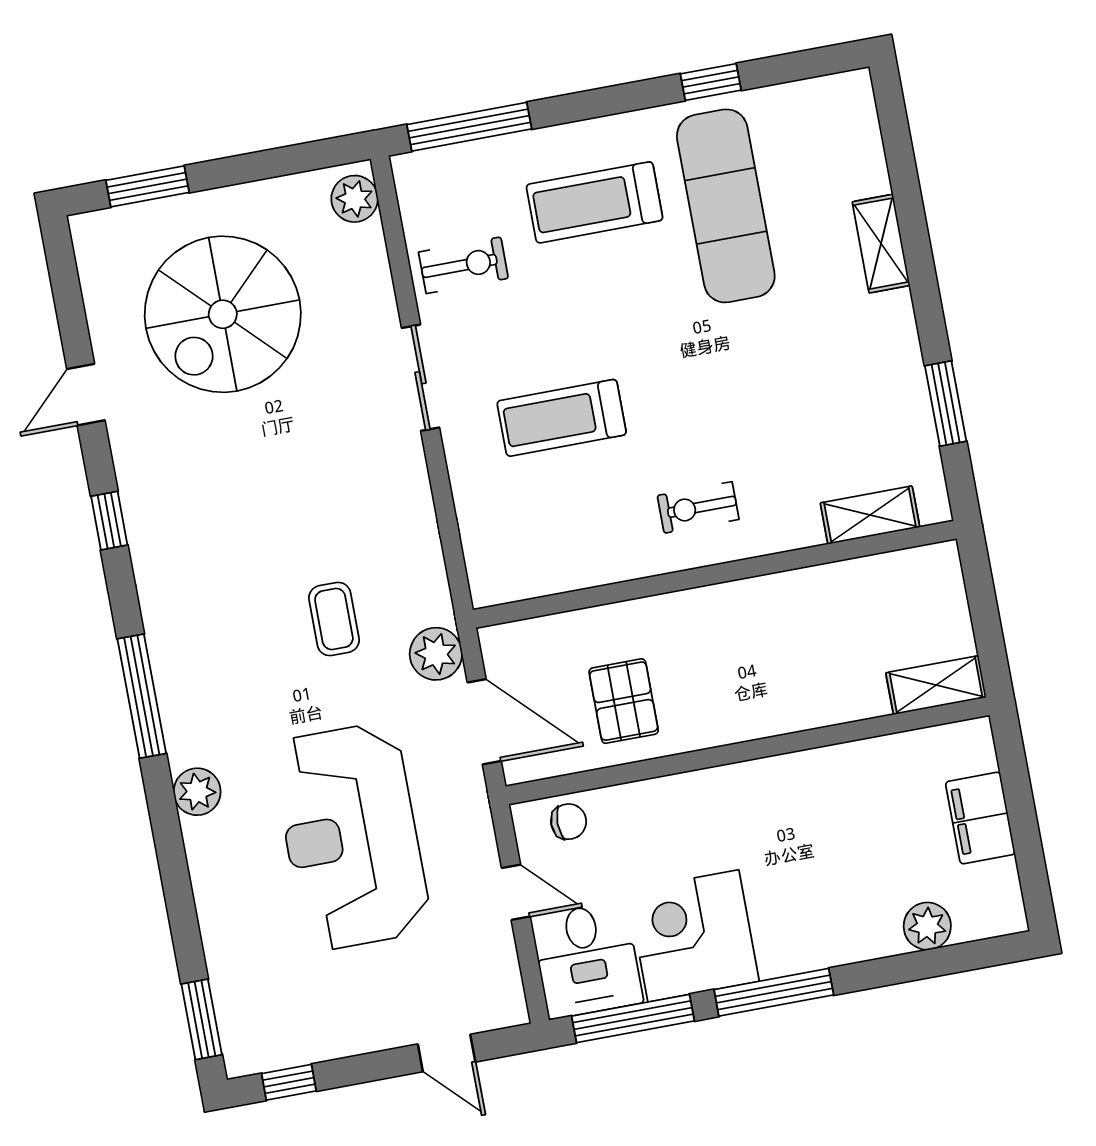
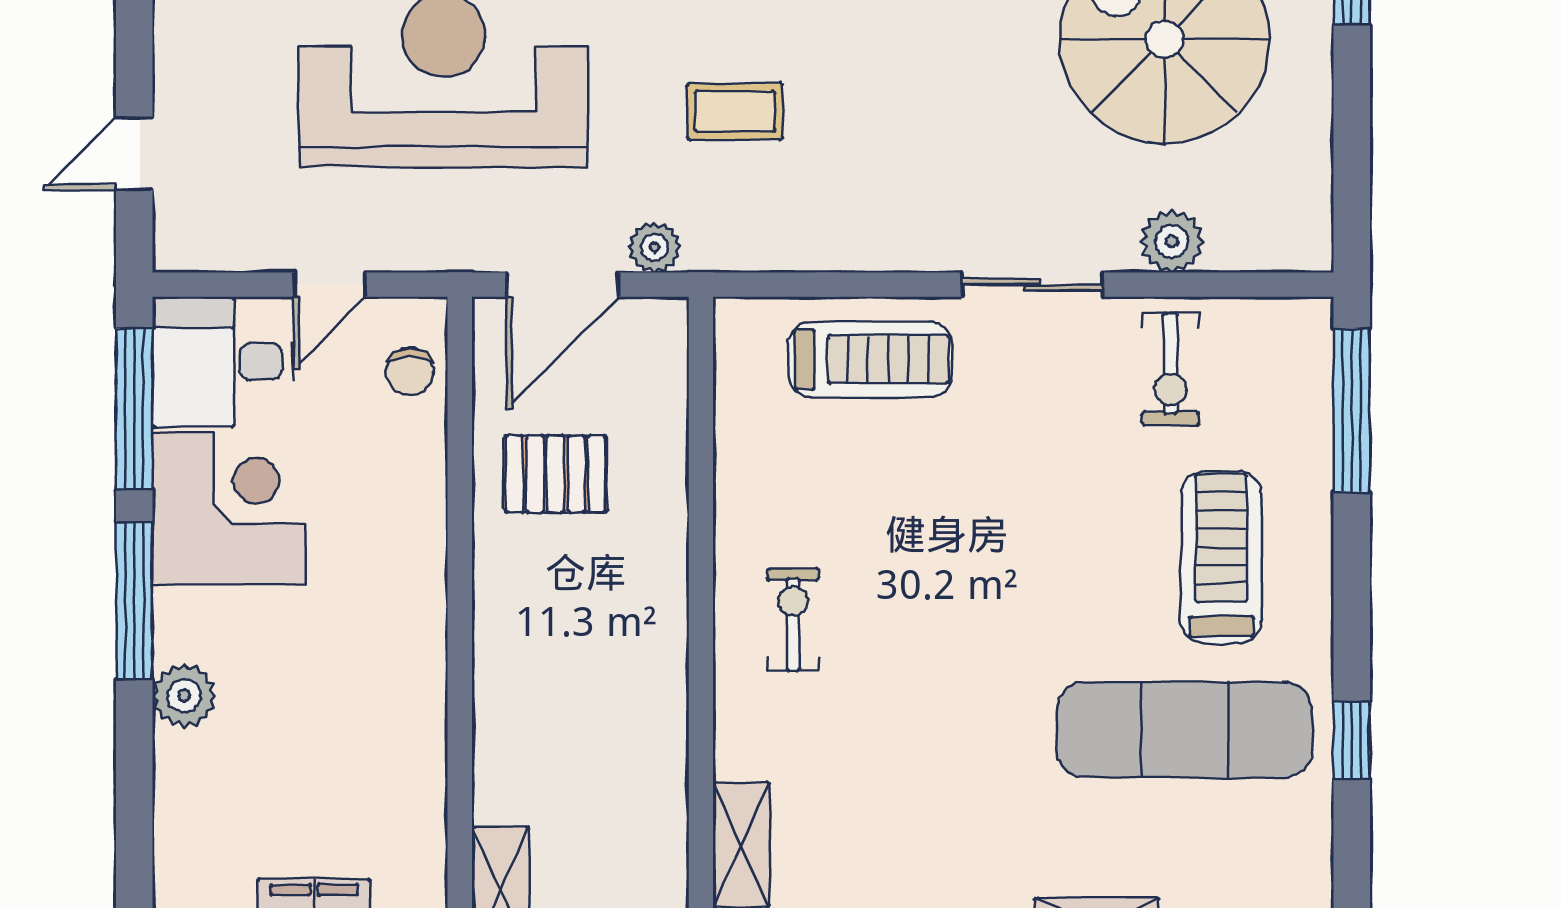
plant: (355, 199) -> (1172, 241), moved
treadmill: (562, 418) -> (870, 359), moved, turned 90
plant: (436, 654) -> (654, 247), width x0.73, depth x0.73
plant: (927, 926) -> (184, 696), moved

